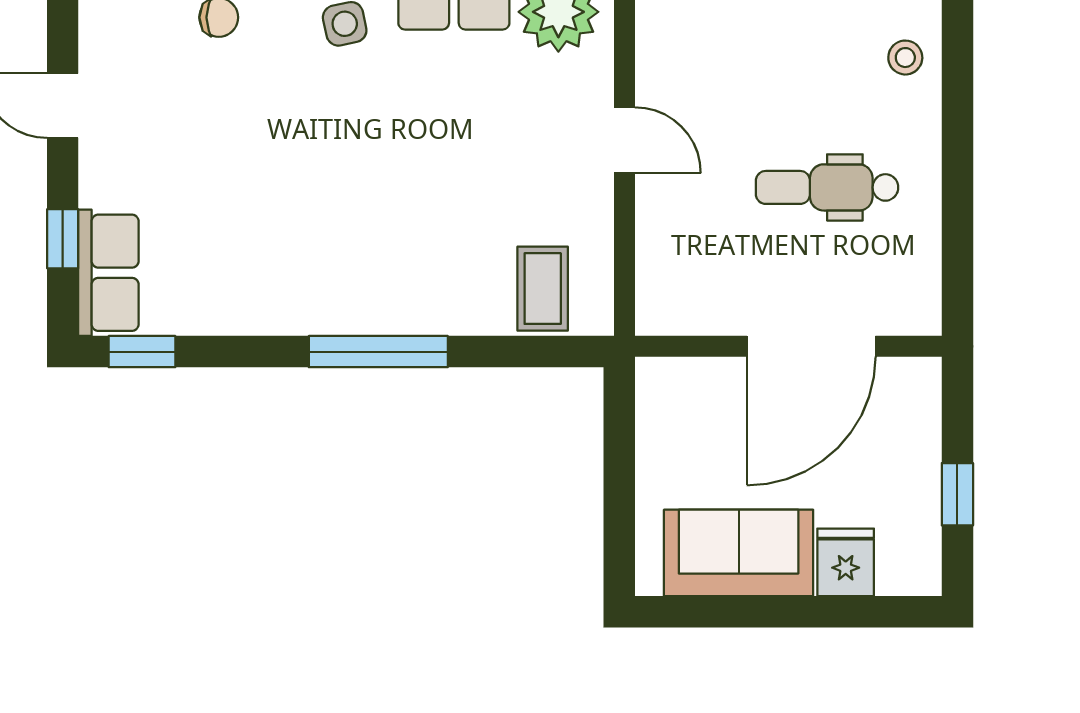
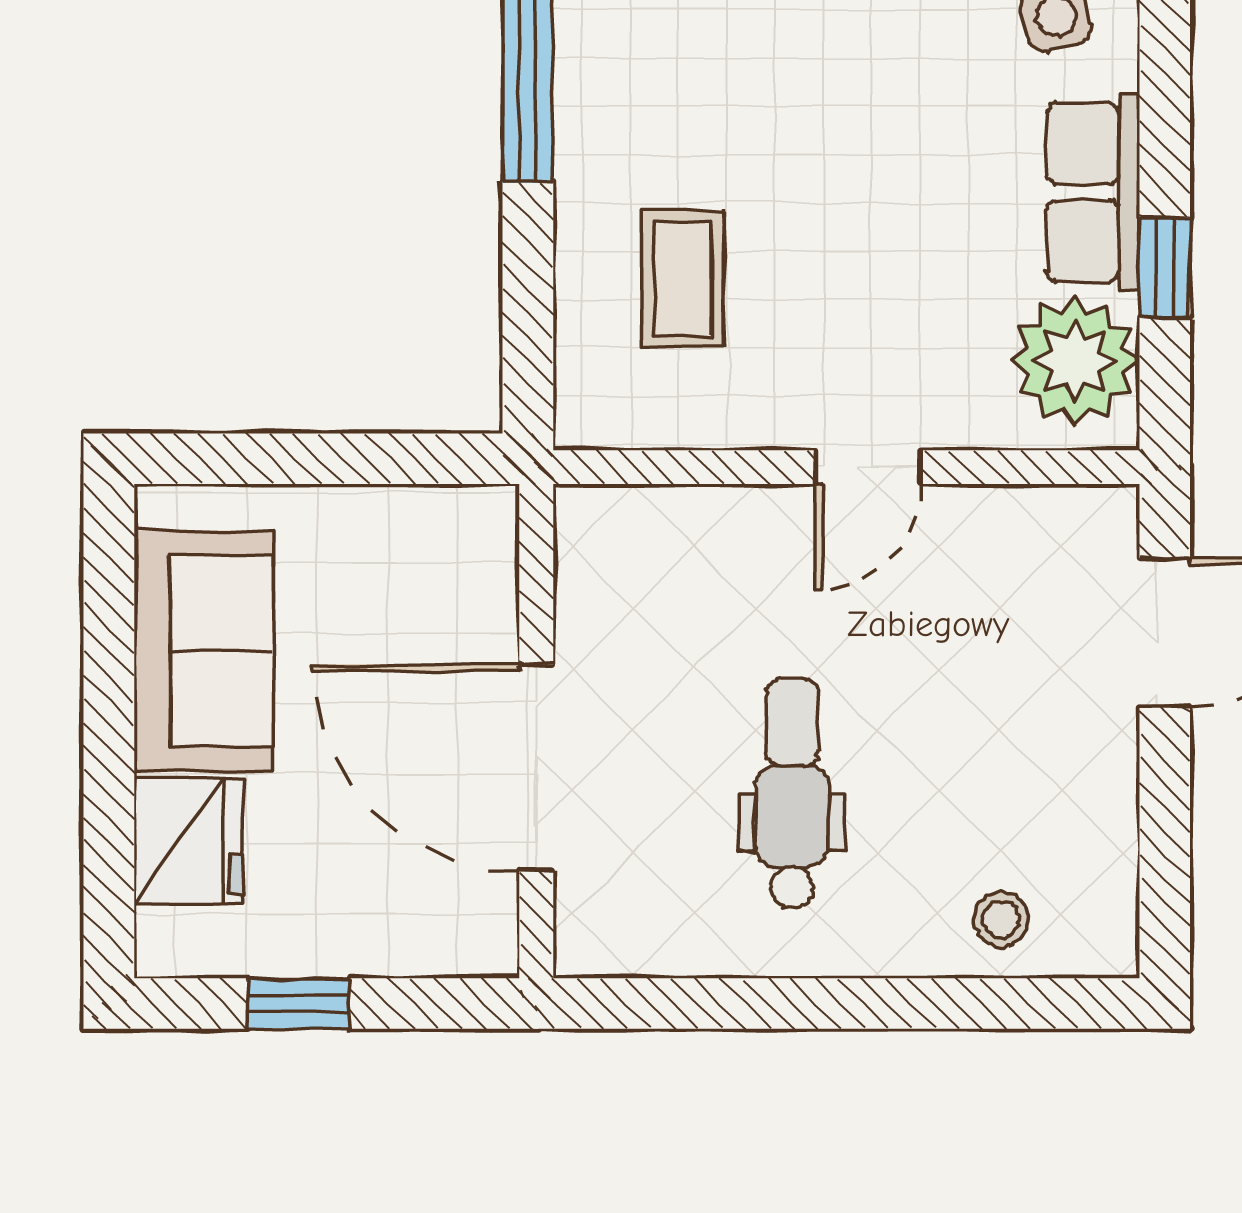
coffee table: (543, 289) -> (683, 279), moved, turned 90
fridge: (846, 562) -> (188, 841), width x1.38

